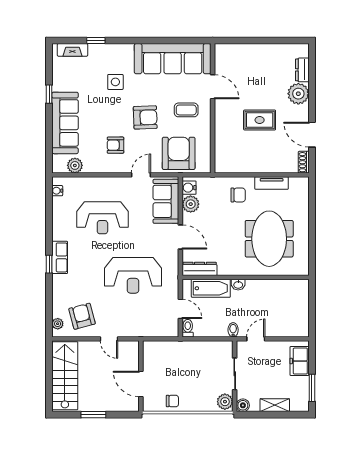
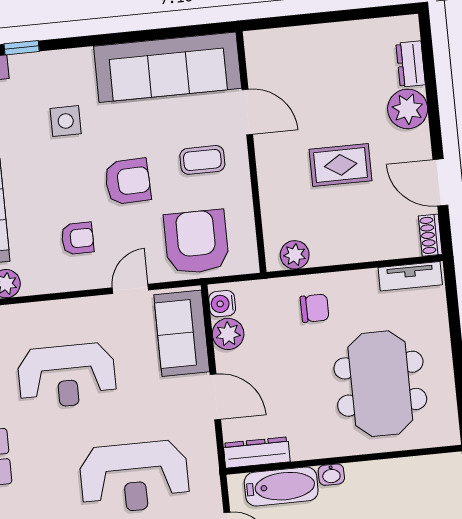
armchair: (115, 145) -> (77, 238), turned 180
plant: (230, 165) -> (295, 255), added
tv unit: (272, 183) -> (410, 276), moved

